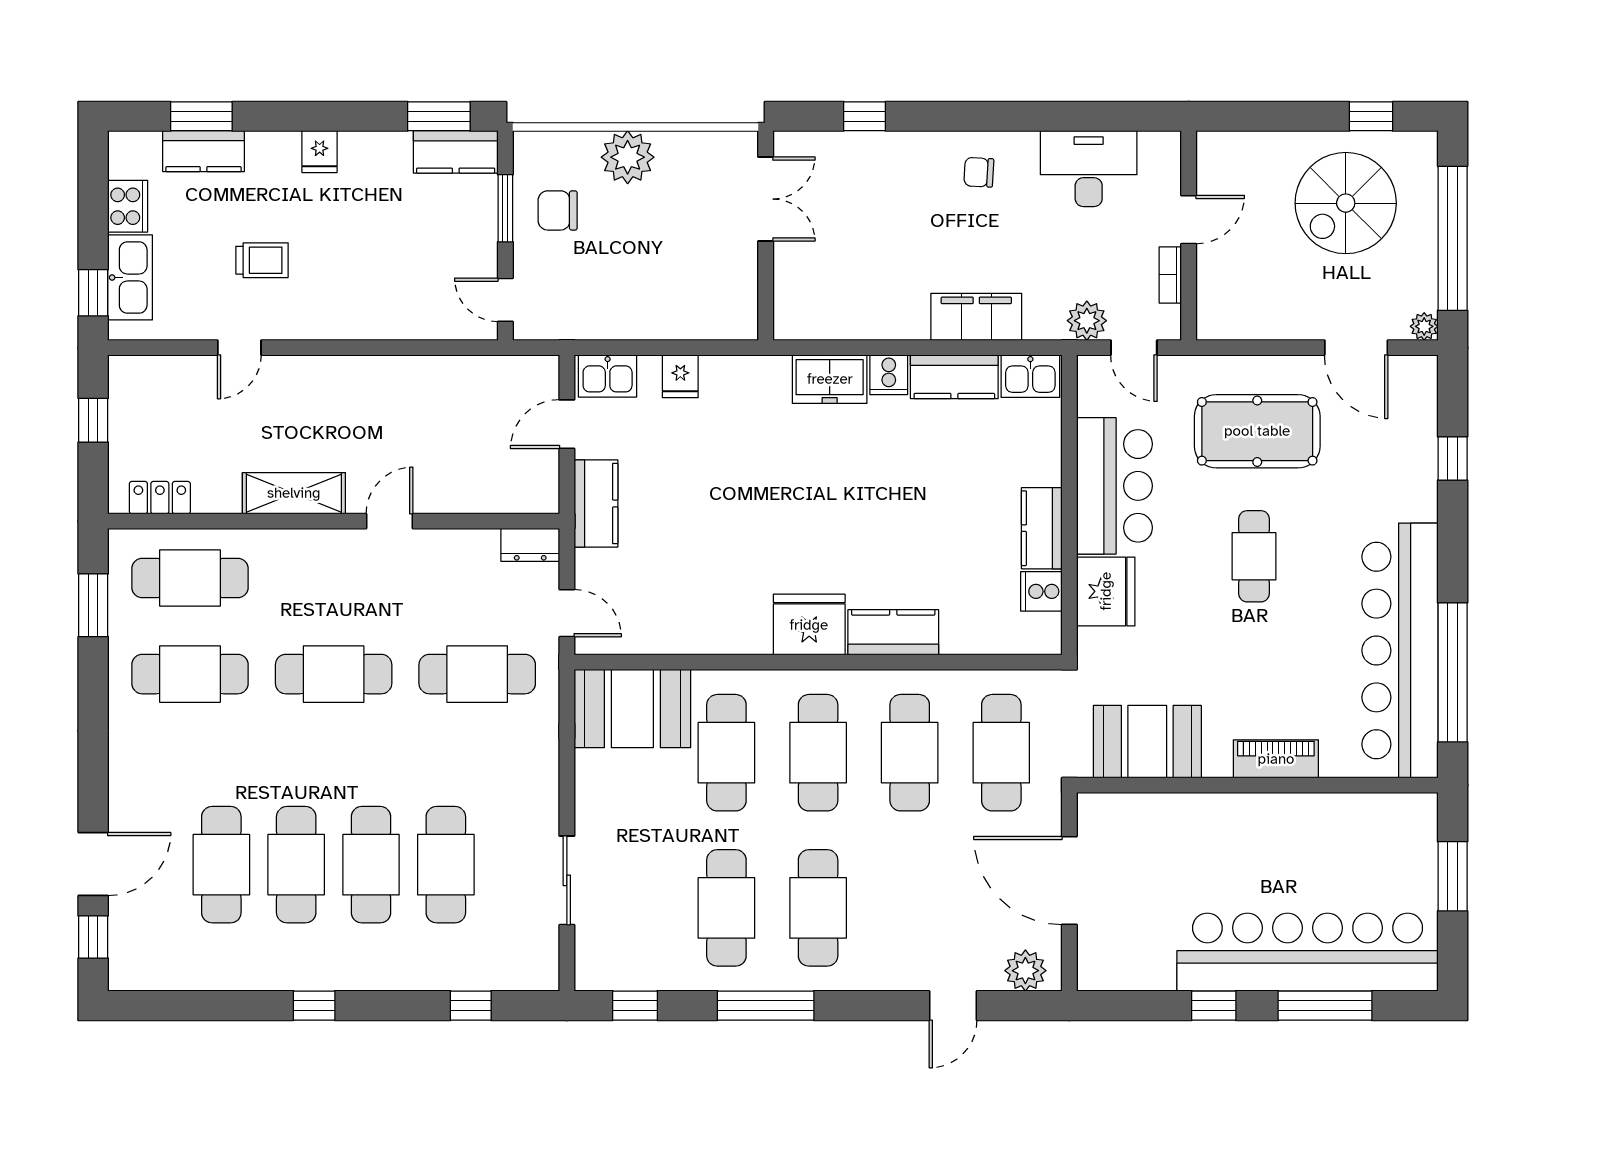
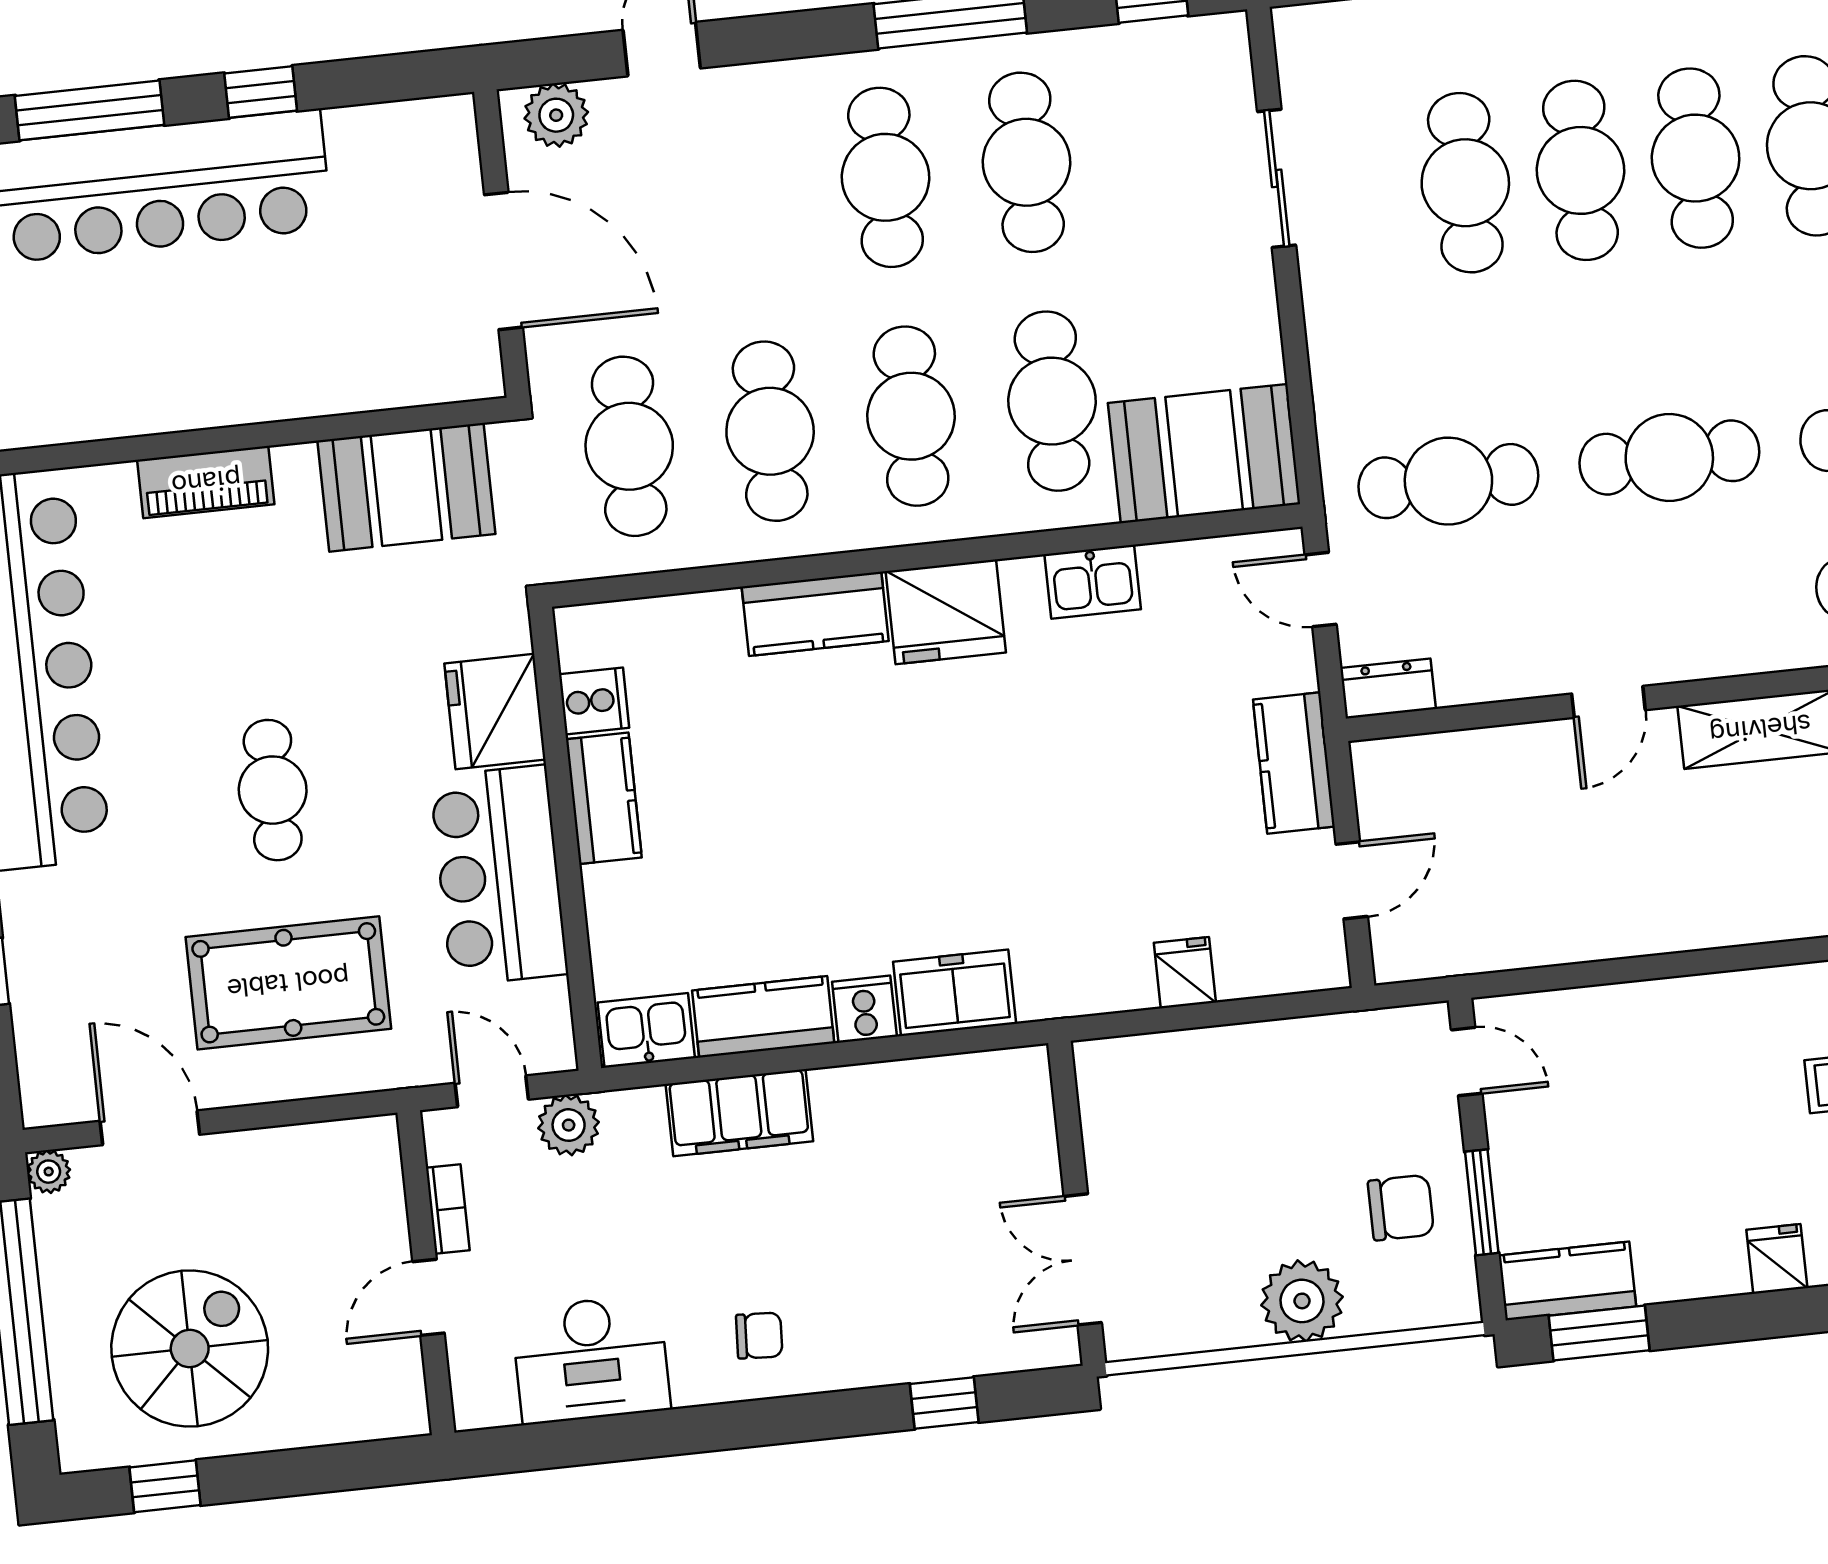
kitchen sink: (608, 376) -> (1093, 582), moved, turned 180

